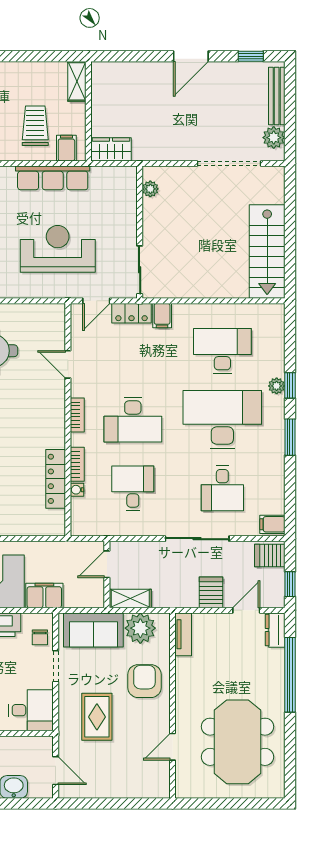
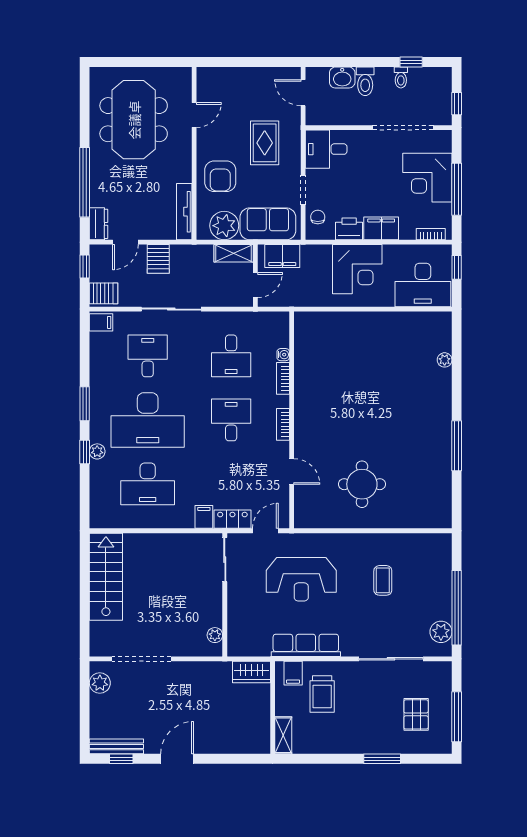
bench: (277, 96) -> (116, 746), moved, turned 90
desk: (133, 420) -> (231, 420), width x0.73
locker: (56, 479) -> (303, 365), removed
filing cabinet: (44, 595) -> (282, 256), moved
tv unit: (183, 634) -> (184, 212), width x1.41

